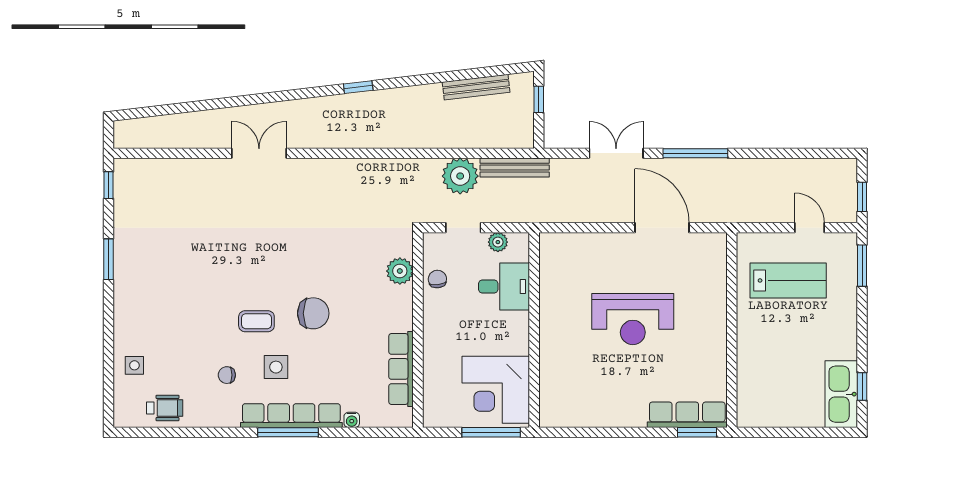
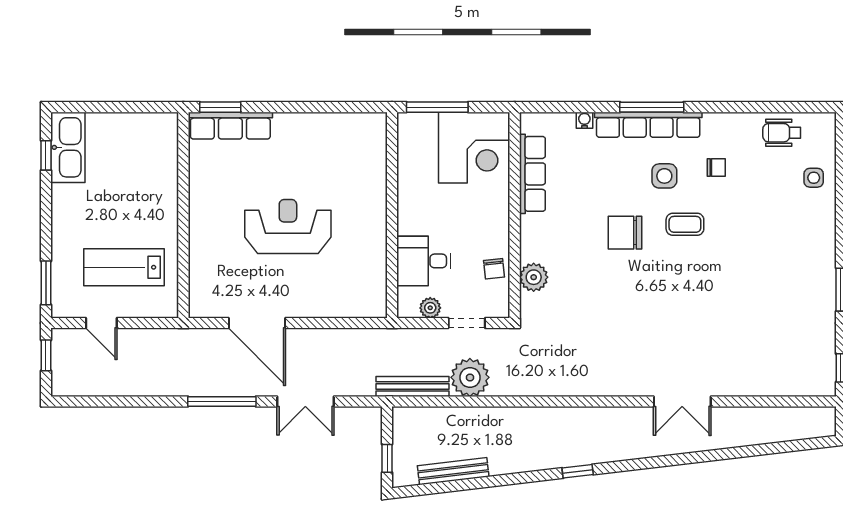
corner desk: (496, 390) -> (474, 148), moved, turned 90

